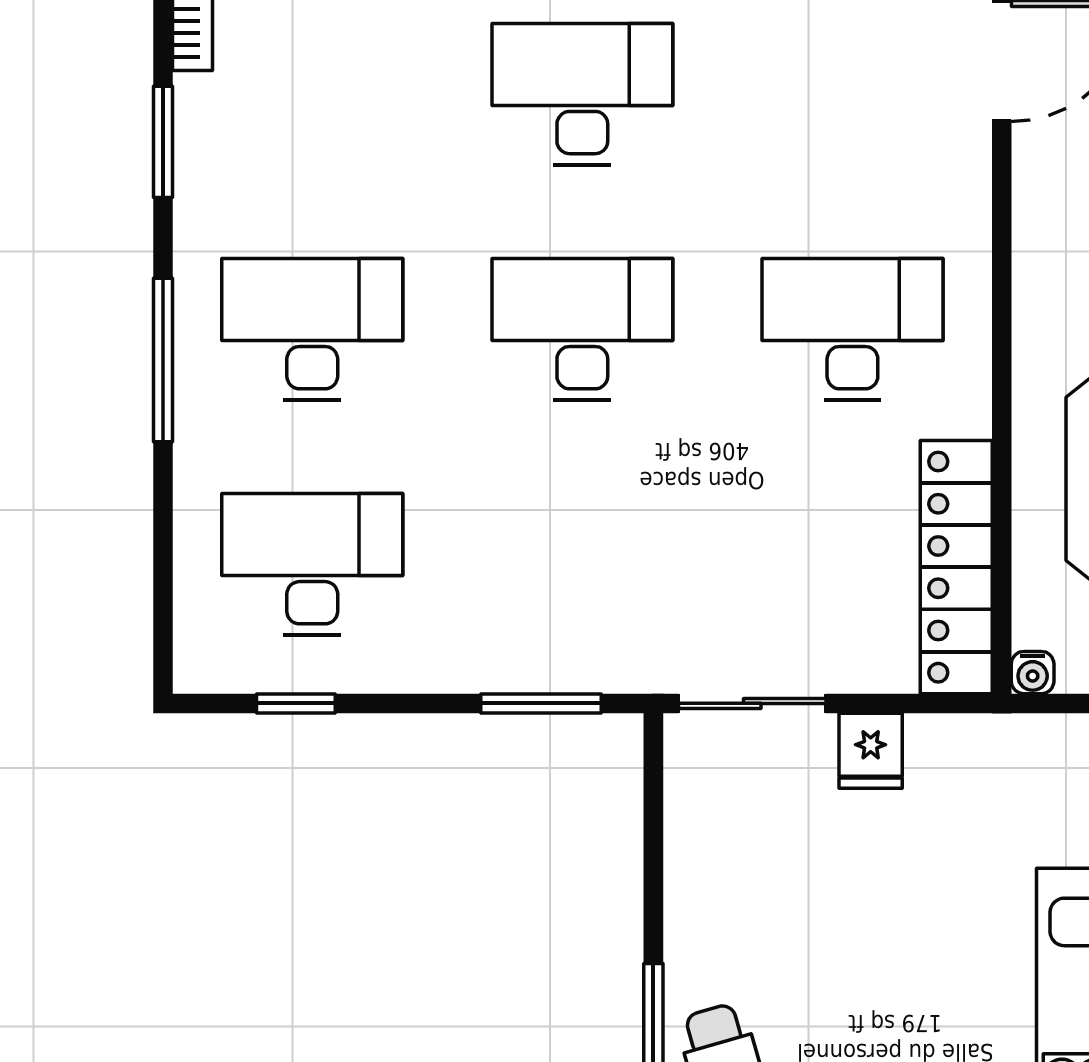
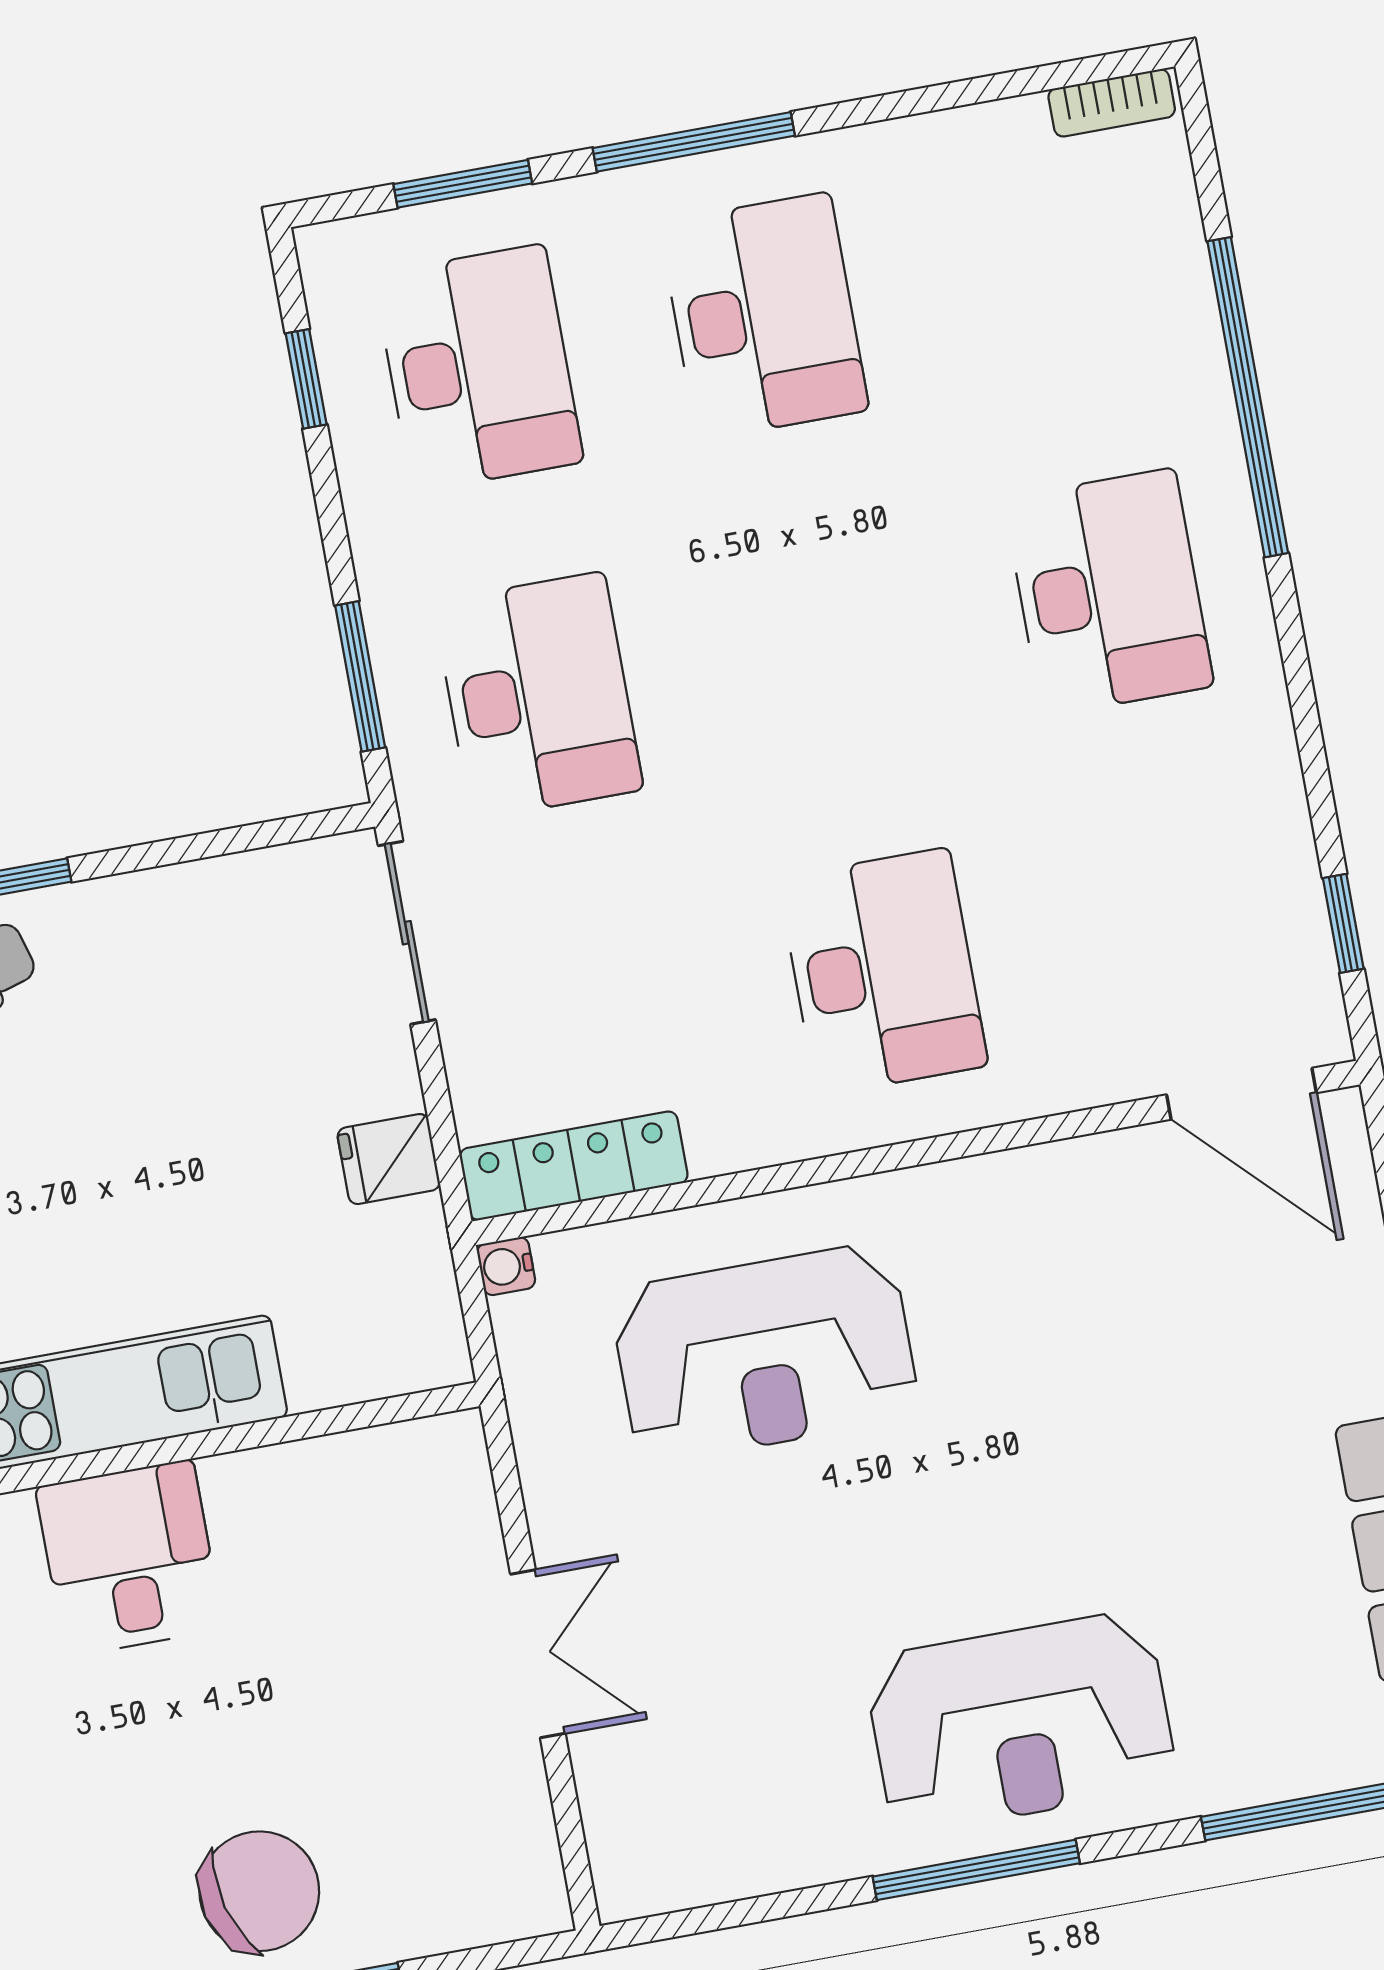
window: (163, 142) -> (463, 184), moved
desk: (582, 329) -> (538, 696), moved
locker: (956, 567) -> (574, 1166), width x0.71, depth x0.83
fridge: (871, 751) -> (389, 1159), moved

